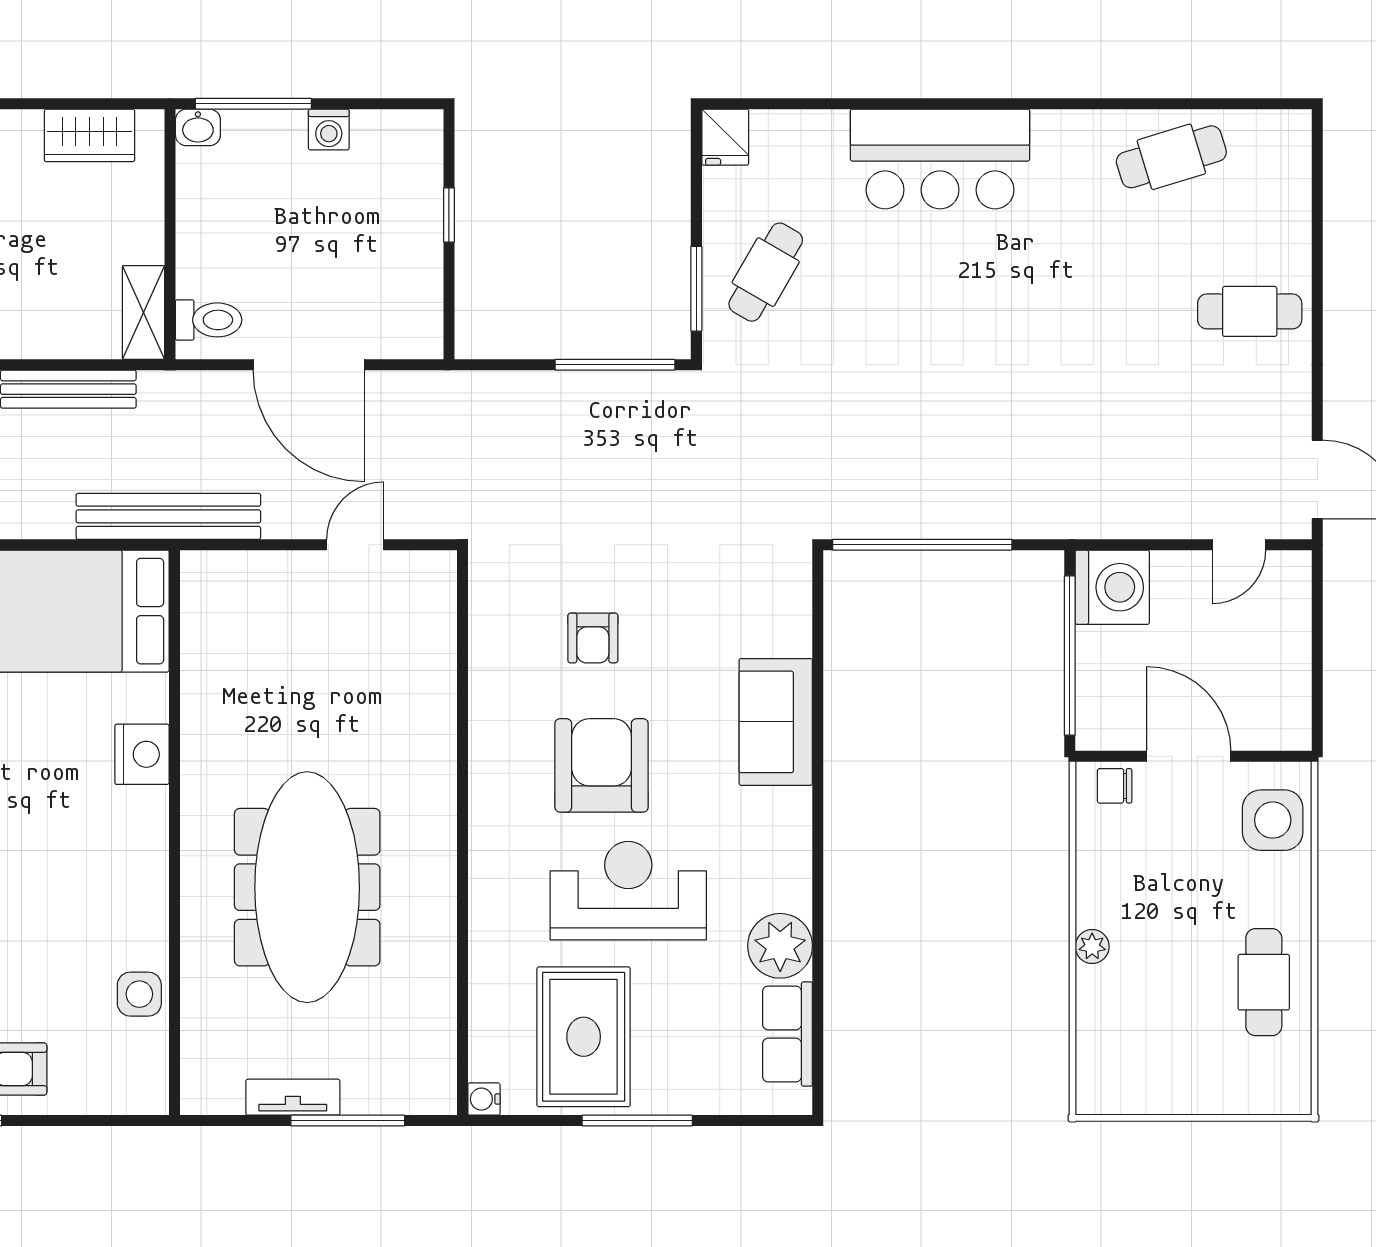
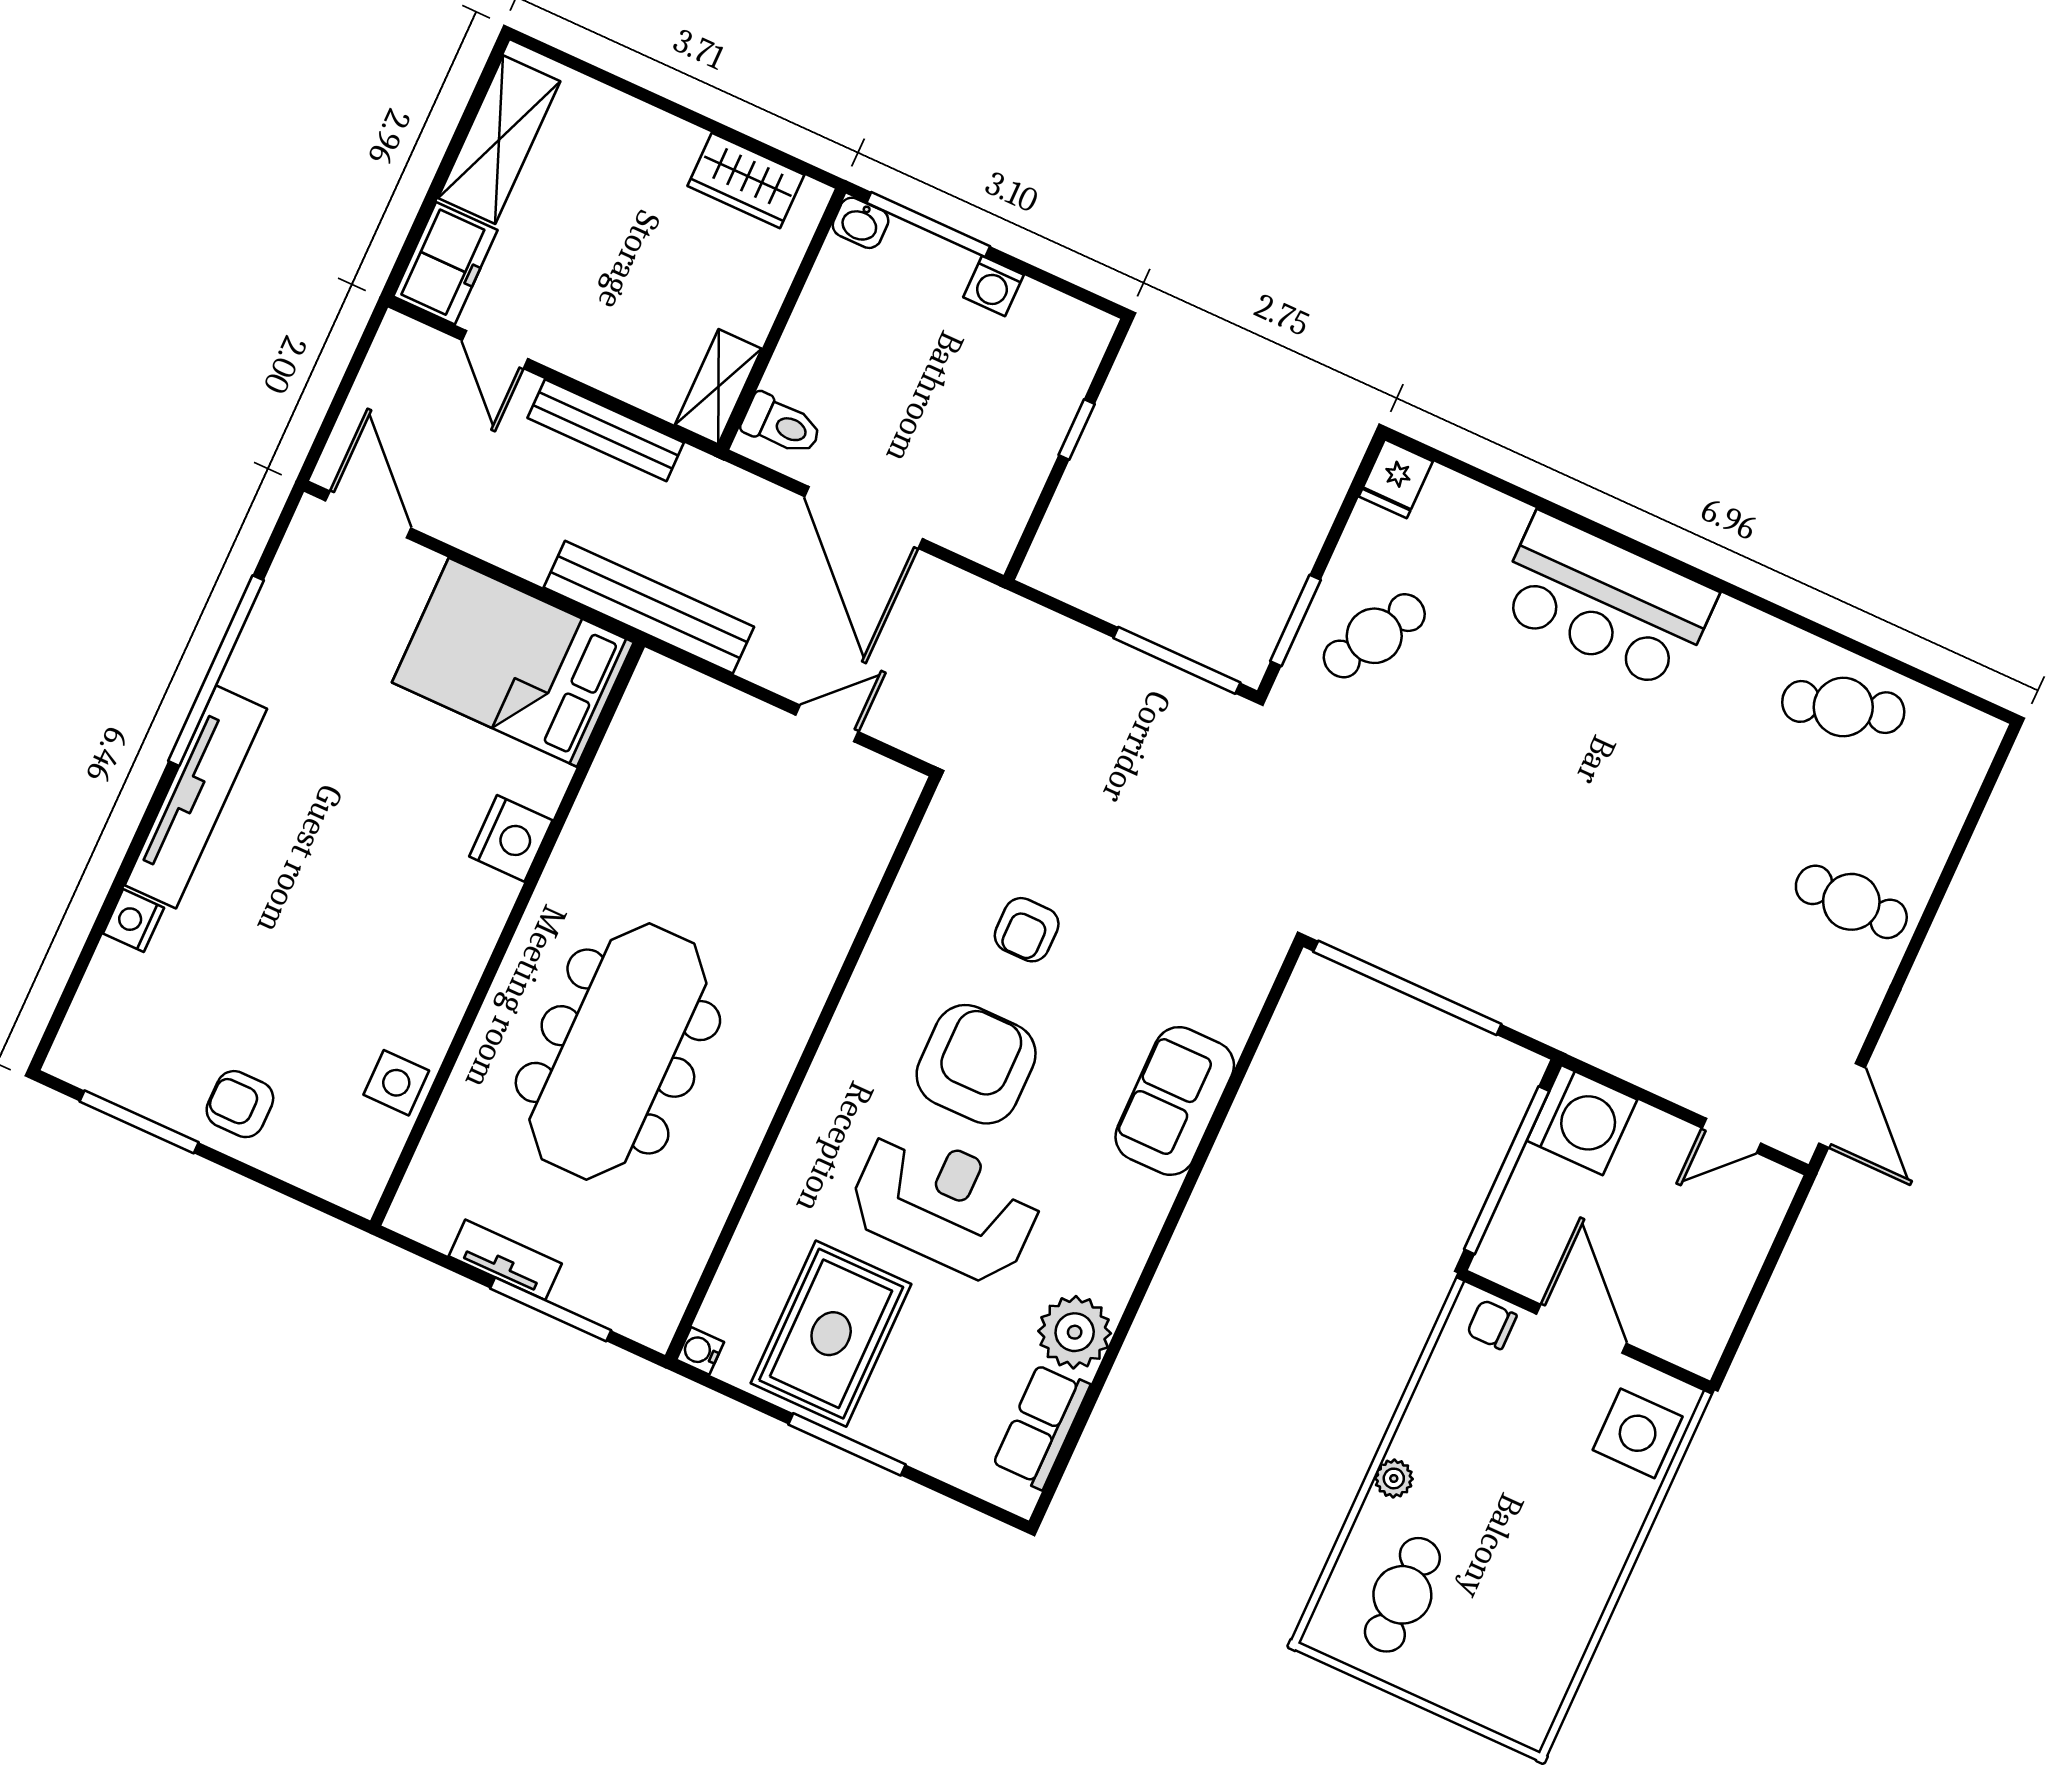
cafe table: (1264, 982) -> (1402, 1595), moved

